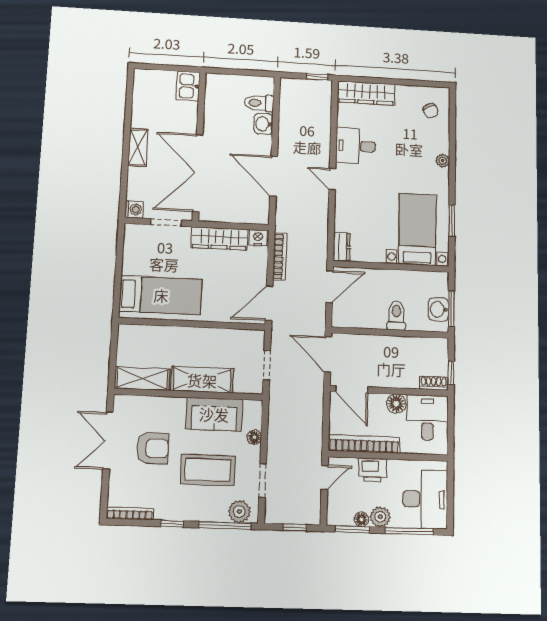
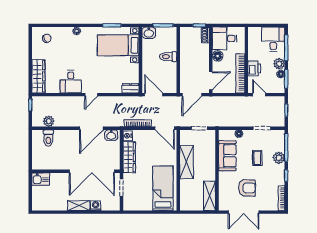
plant: (288, 105) -> (49, 121), added
washbasin: (263, 124) -> (111, 135), moved
washing machine: (134, 210) -> (96, 206), moved
washbasin: (439, 309) -> (149, 33), moved
shelving: (202, 380) -> (186, 162), moved
armchair: (153, 448) -> (247, 188), turned 90
coffee table: (208, 470) -> (257, 158), width x0.54, depth x0.58
desk: (425, 499) -> (273, 39), width x0.73
plant: (239, 512) -> (279, 158), moved

